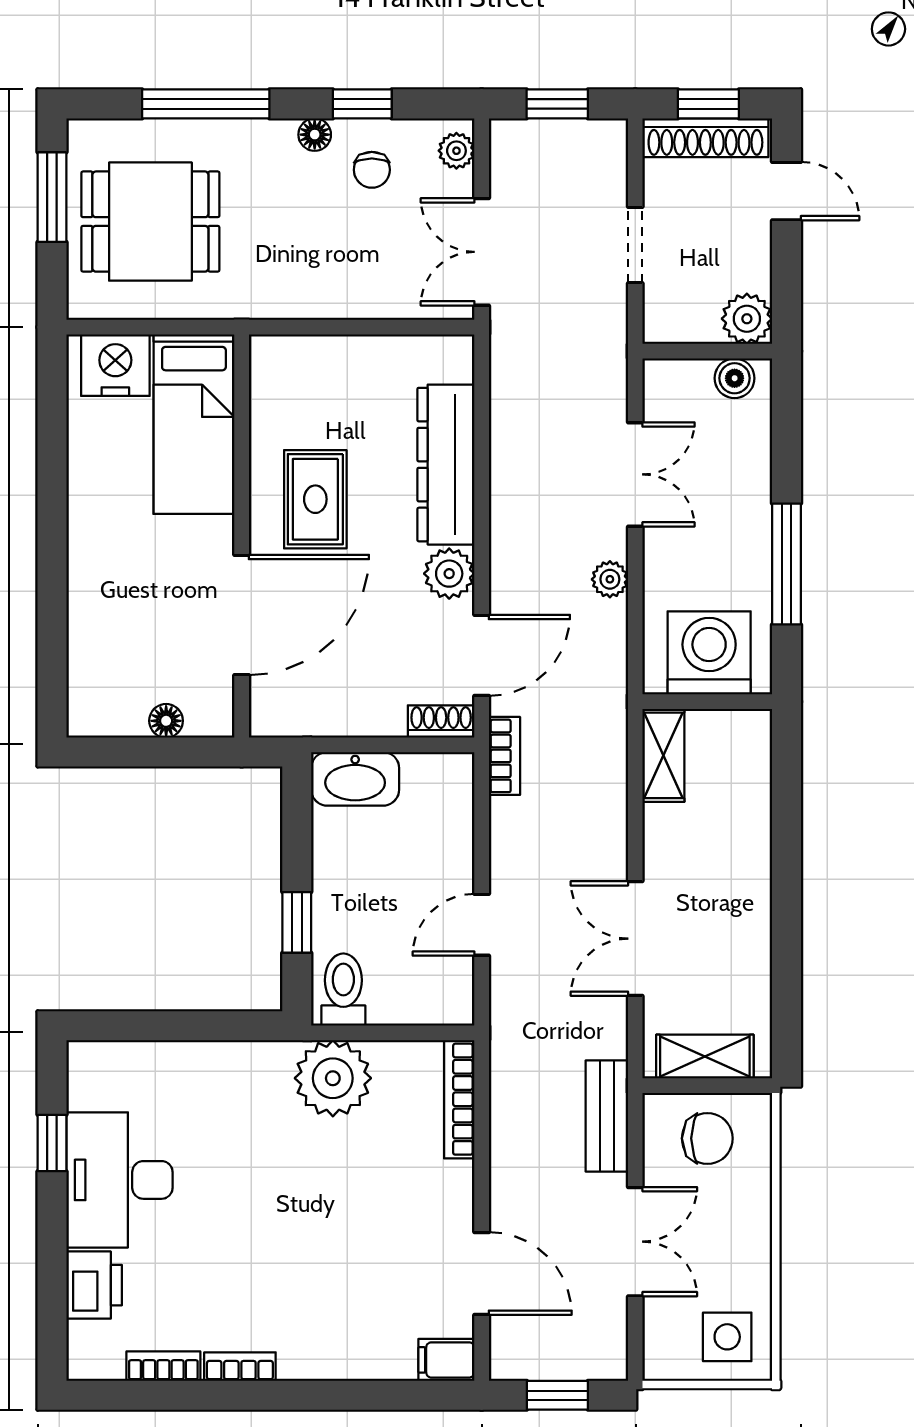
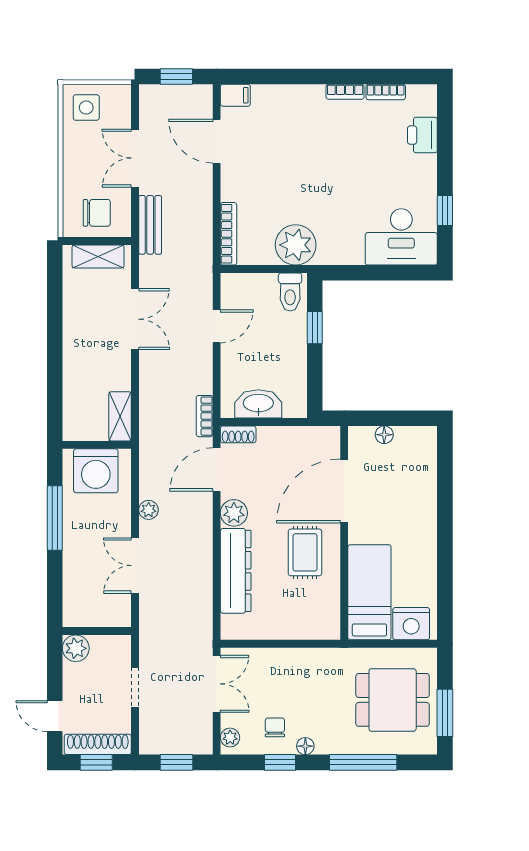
boiler: (735, 378) -> (82, 617), removed
washbasin: (355, 779) -> (258, 404), moved
chair: (707, 1138) -> (97, 213), turned 180
desk: (119, 1180) -> (401, 237), moved, turned 90

